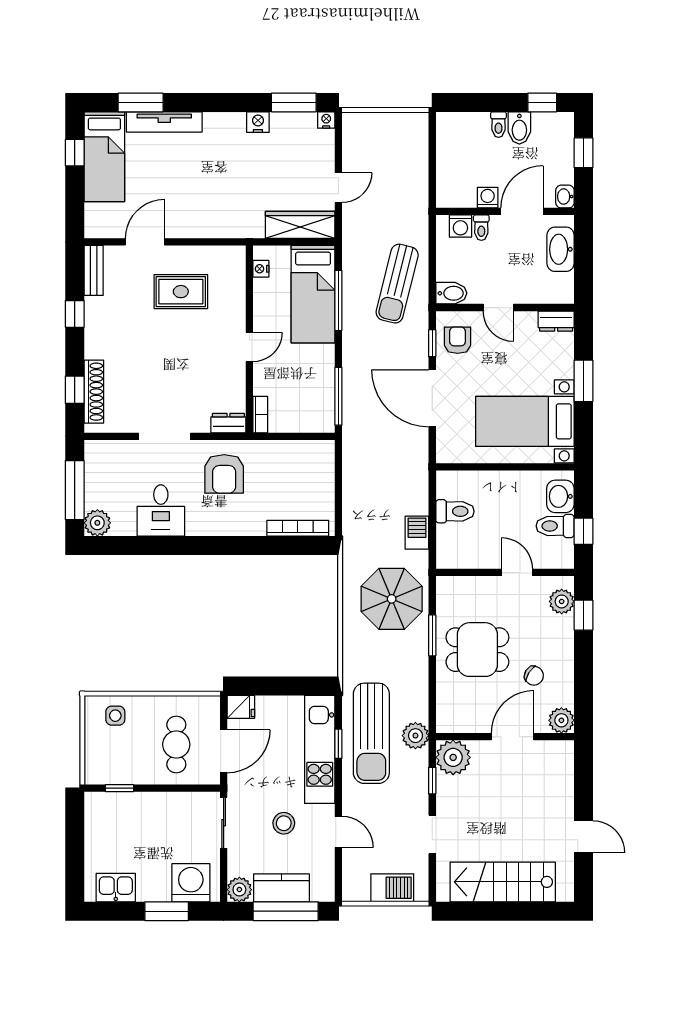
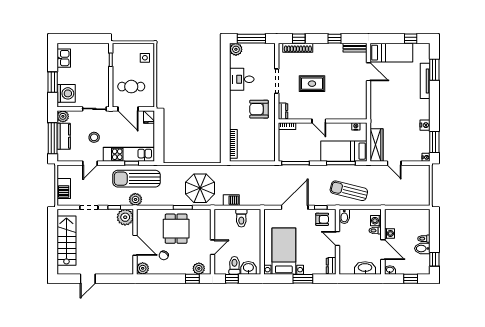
bed: (104, 157) -> (391, 53), moved, turned 180
rug: (181, 292) -> (312, 84), moved, turned 90
door: (498, 308) -> (338, 239), hinge flipped

